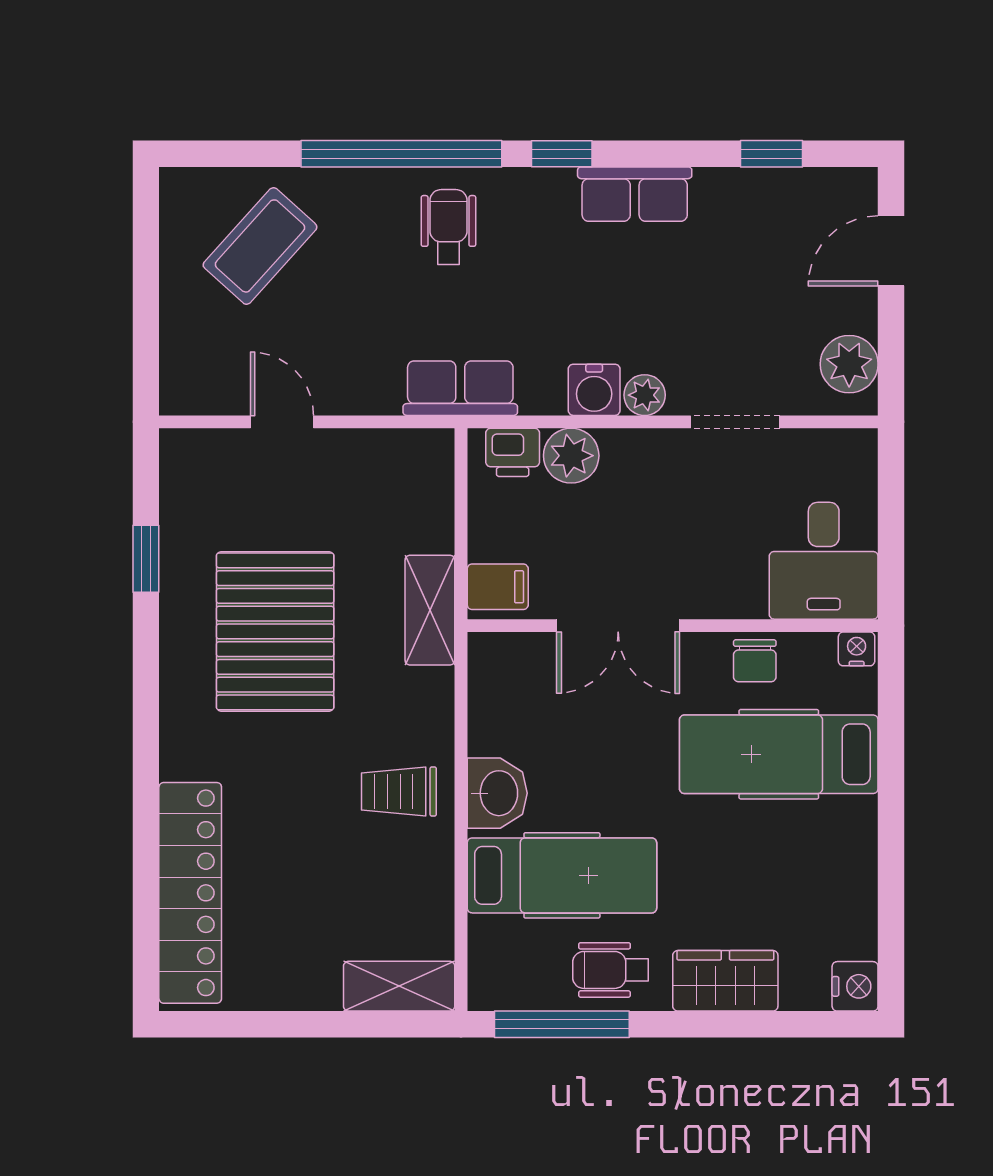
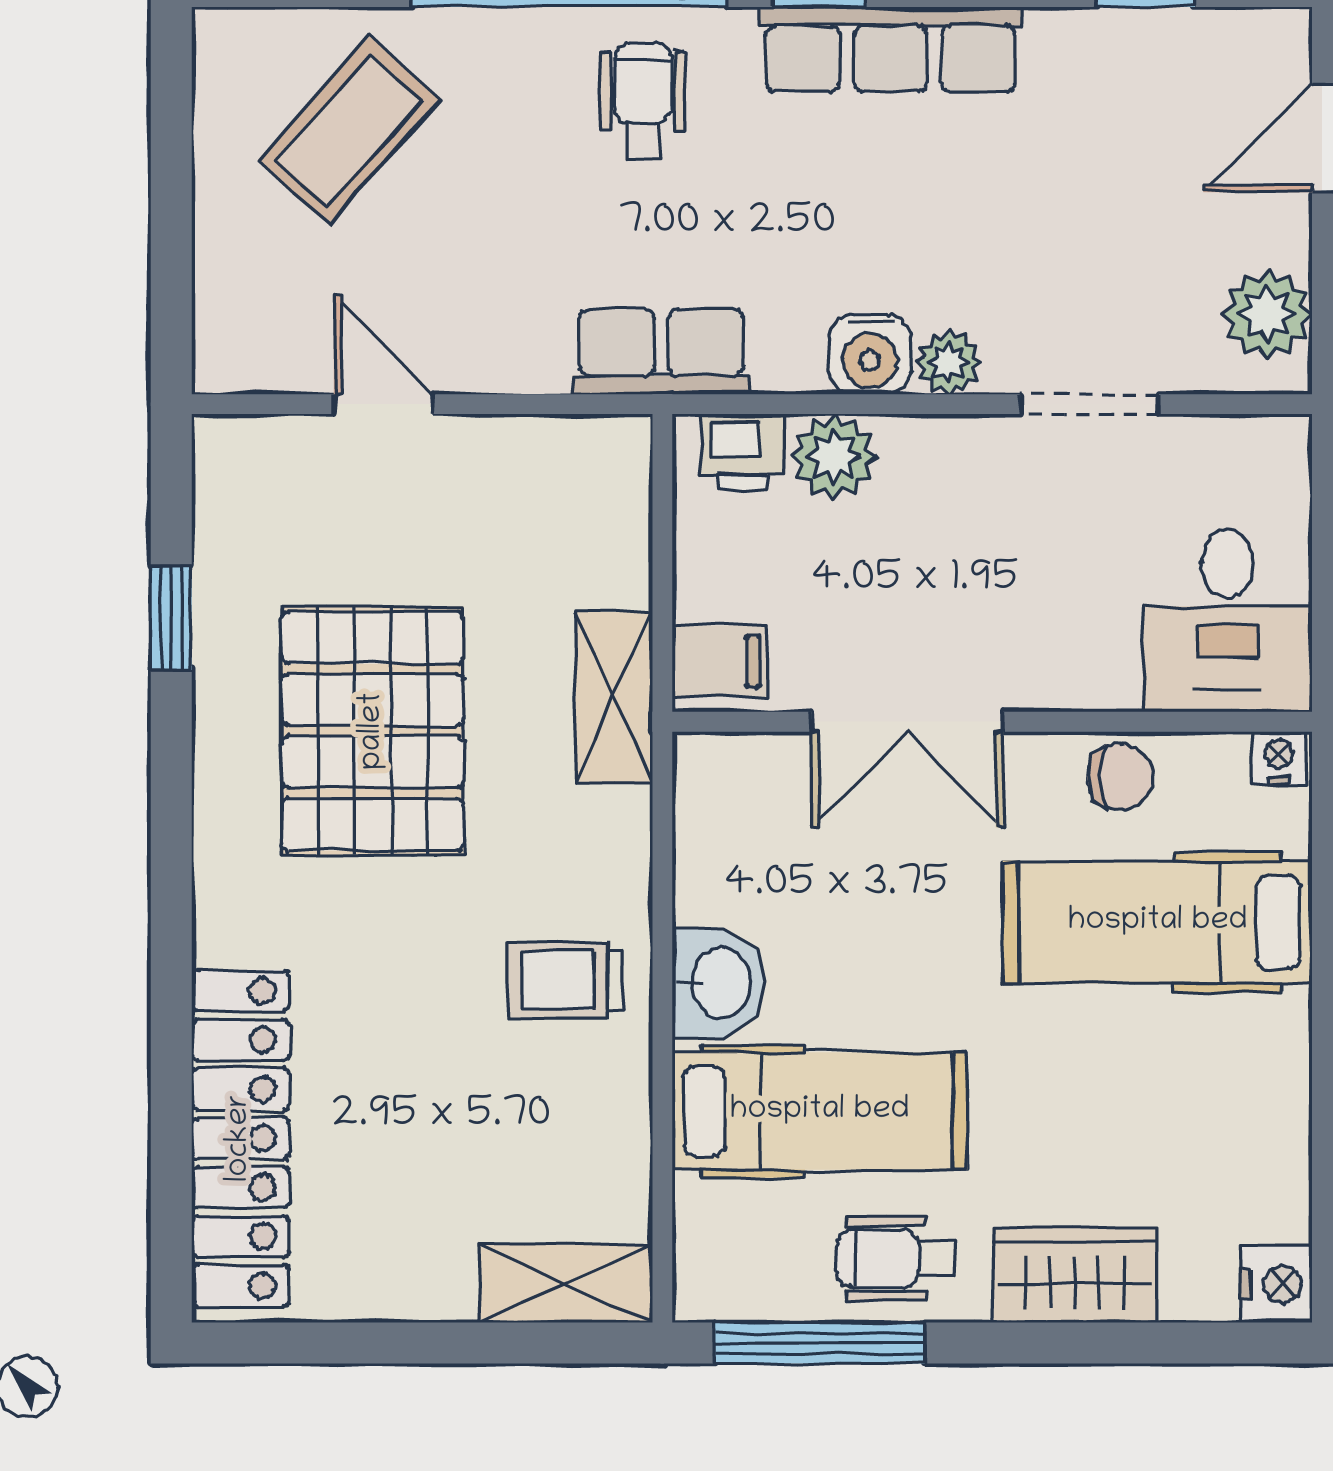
row of seats: (635, 194) -> (890, 49), width x1.48
chair: (755, 661) -> (1120, 777), turned -90

